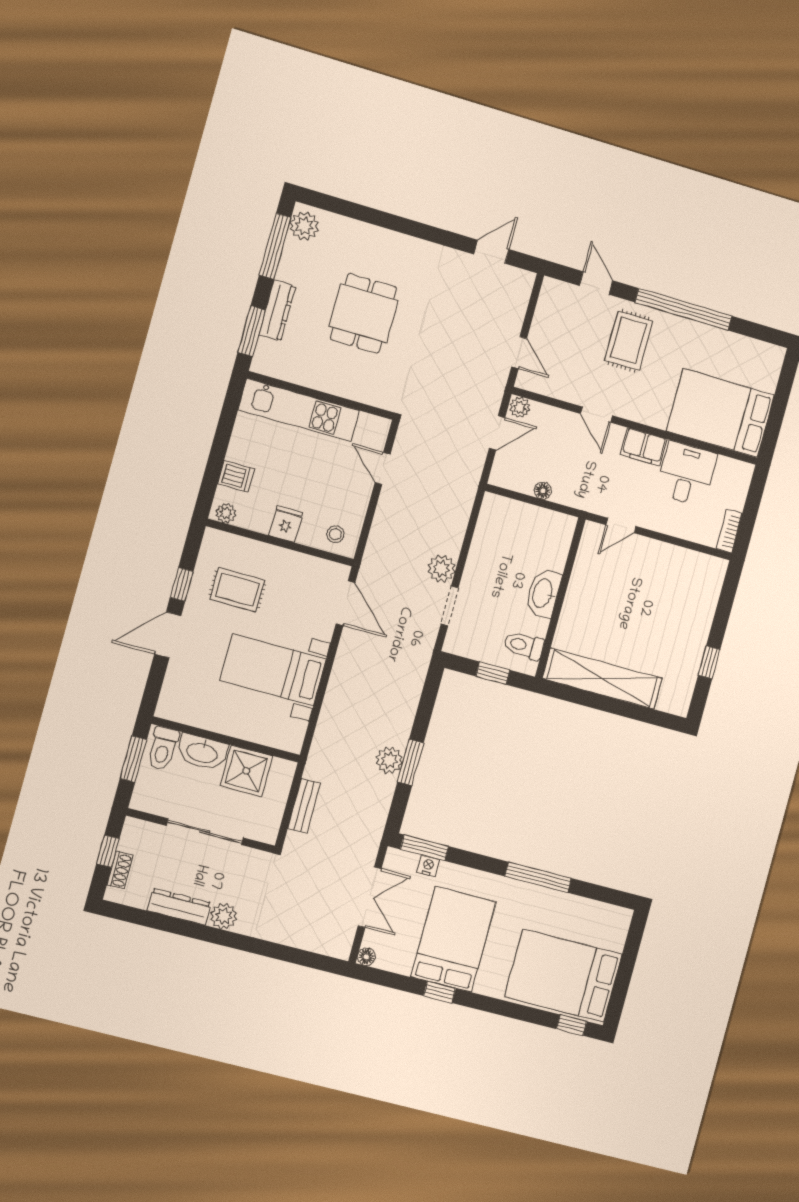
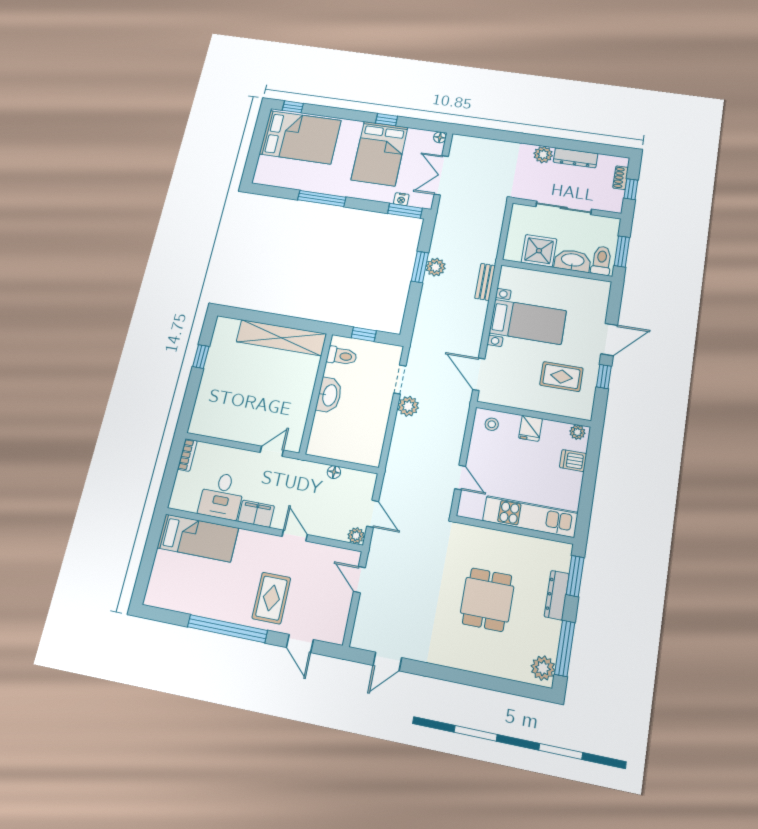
bed: (720, 413) -> (198, 538), width x0.67
door: (497, 433) -> (373, 514), swing flipped
bench: (304, 806) -> (485, 282), moved

